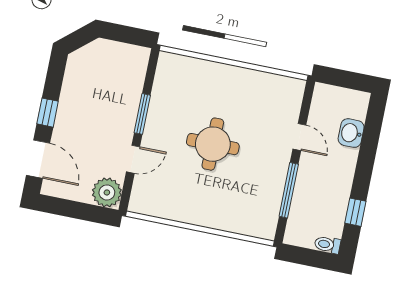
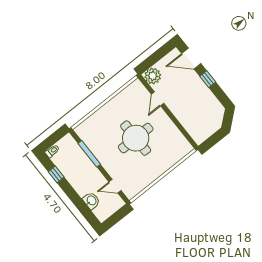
window: (142, 114) -> (173, 119), removed
door: (299, 137) -> (115, 186), moved
round table: (213, 144) -> (136, 138), width x1.36, depth x1.36

